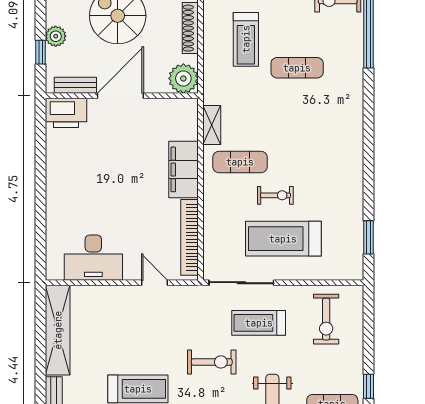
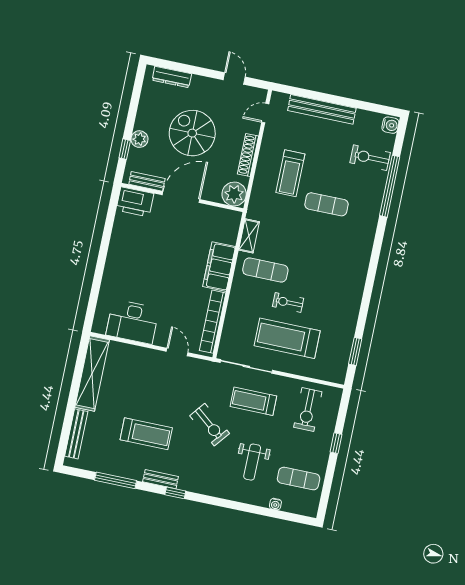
exercise bike: (275, 195) -> (288, 302), turned 180
exercise bike: (212, 362) -> (210, 425), turned 39
window: (368, 386) -> (336, 443), moved

